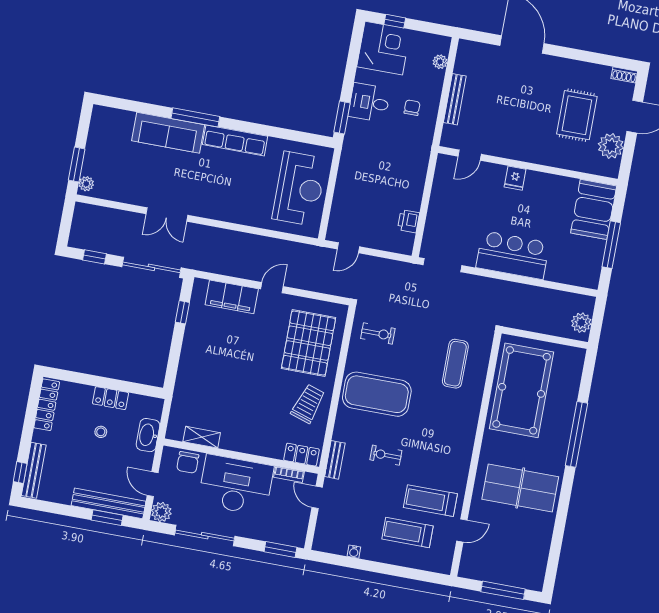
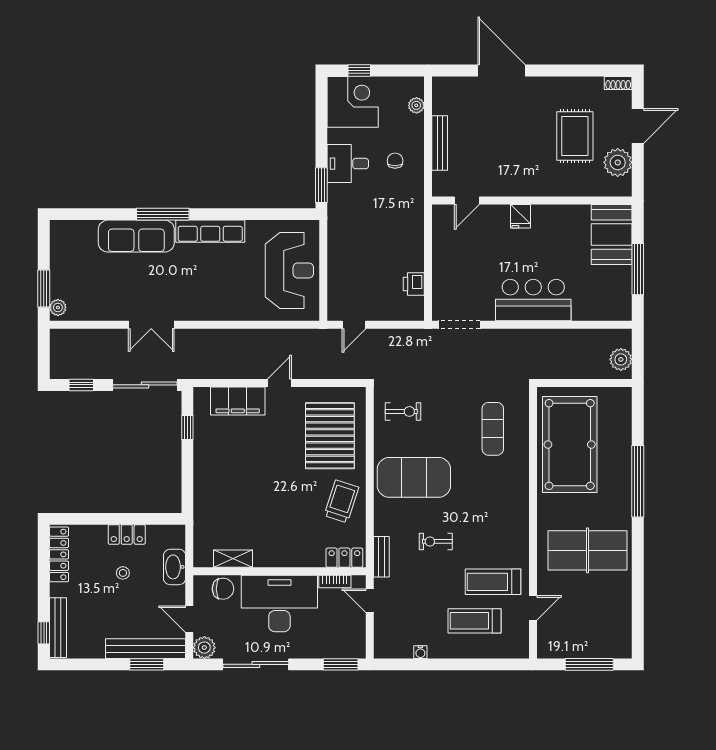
chair: (188, 462) -> (223, 589), turned -90

